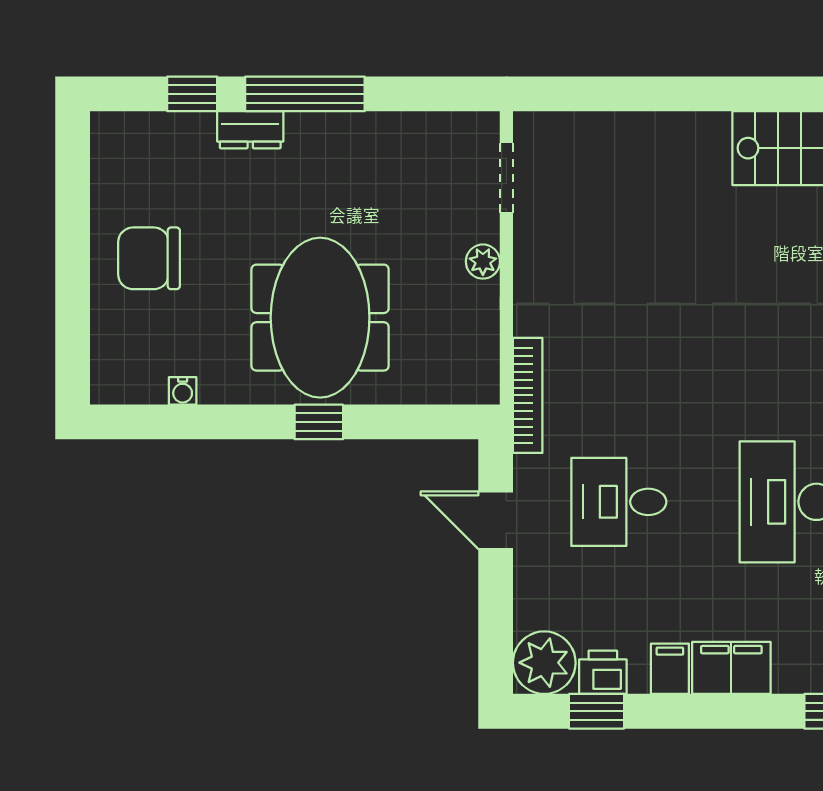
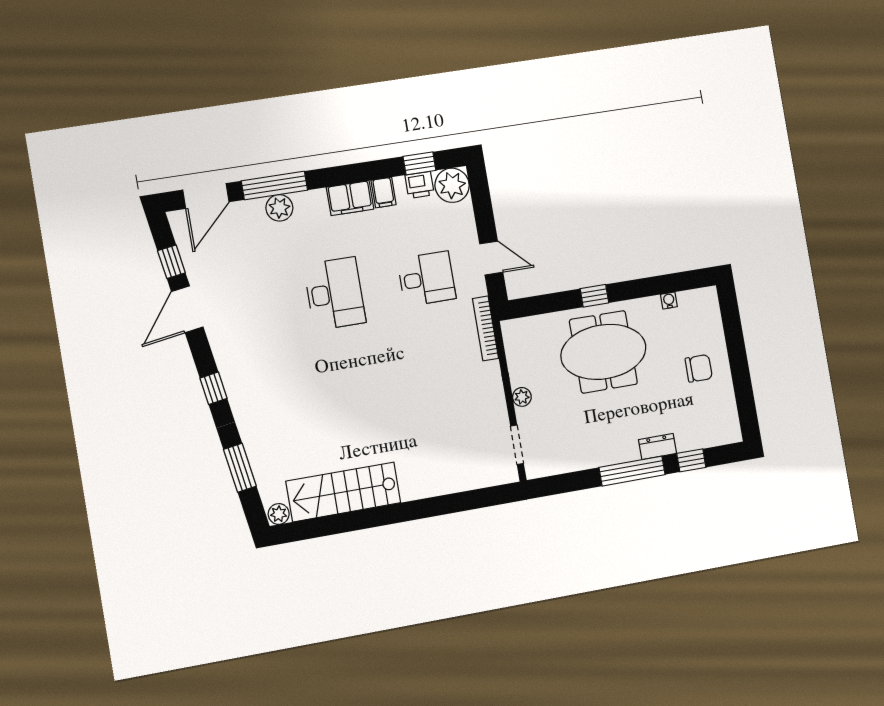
chair: (149, 258) -> (699, 368), width x0.73, depth x0.73
meeting table: (320, 318) -> (603, 352), turned 90

